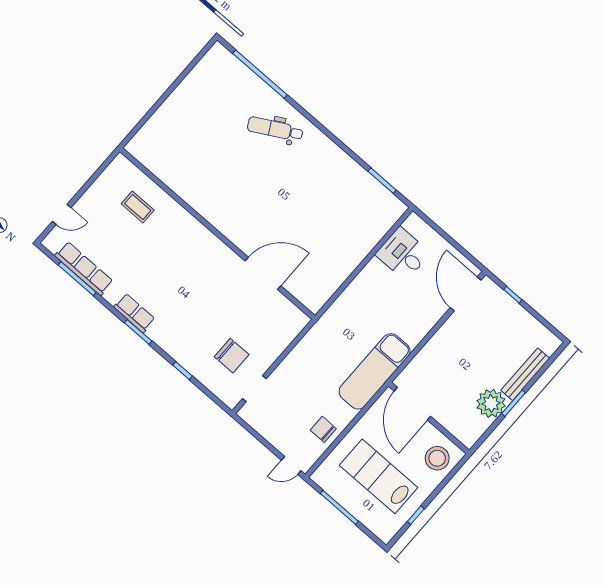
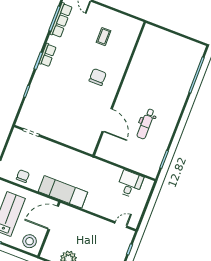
dental chair: (275, 129) -> (146, 124), moved, turned -151
wall: (217, 234) -> (119, 89), moved
door: (263, 273) -> (107, 120), moved
door: (466, 294) -> (121, 225), width x0.53
chair: (232, 356) -> (98, 77), moved, turned 180

